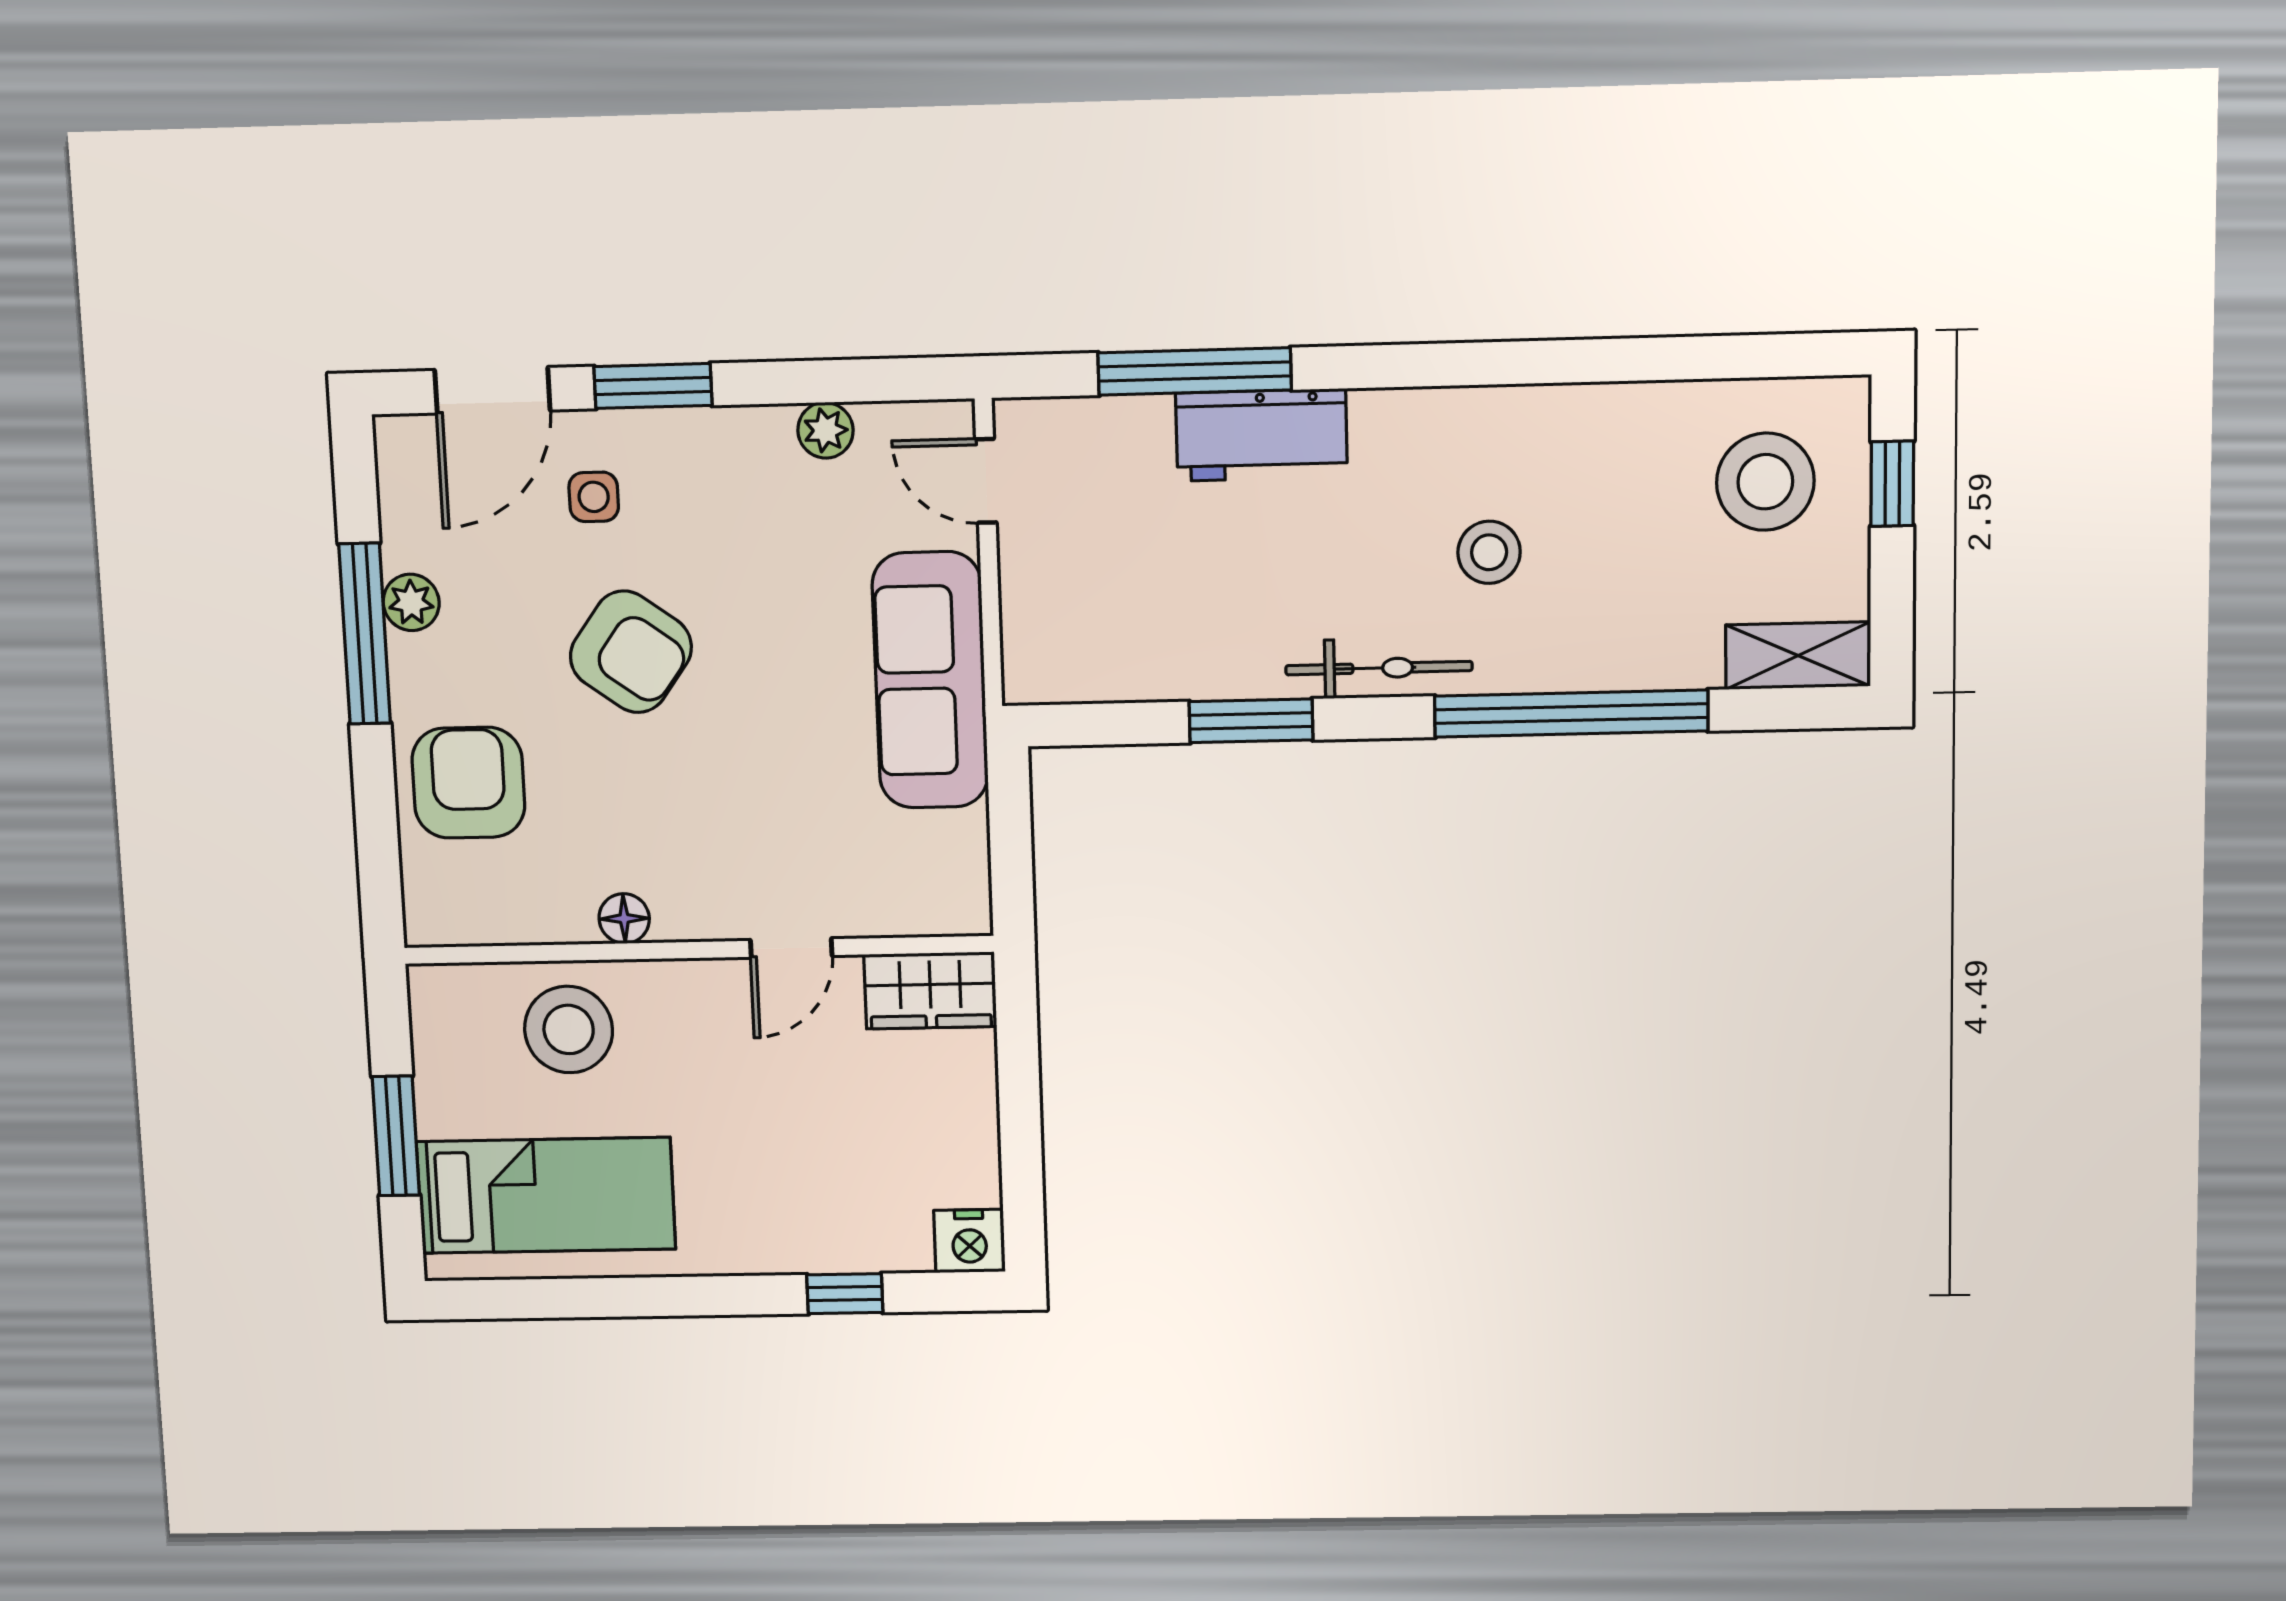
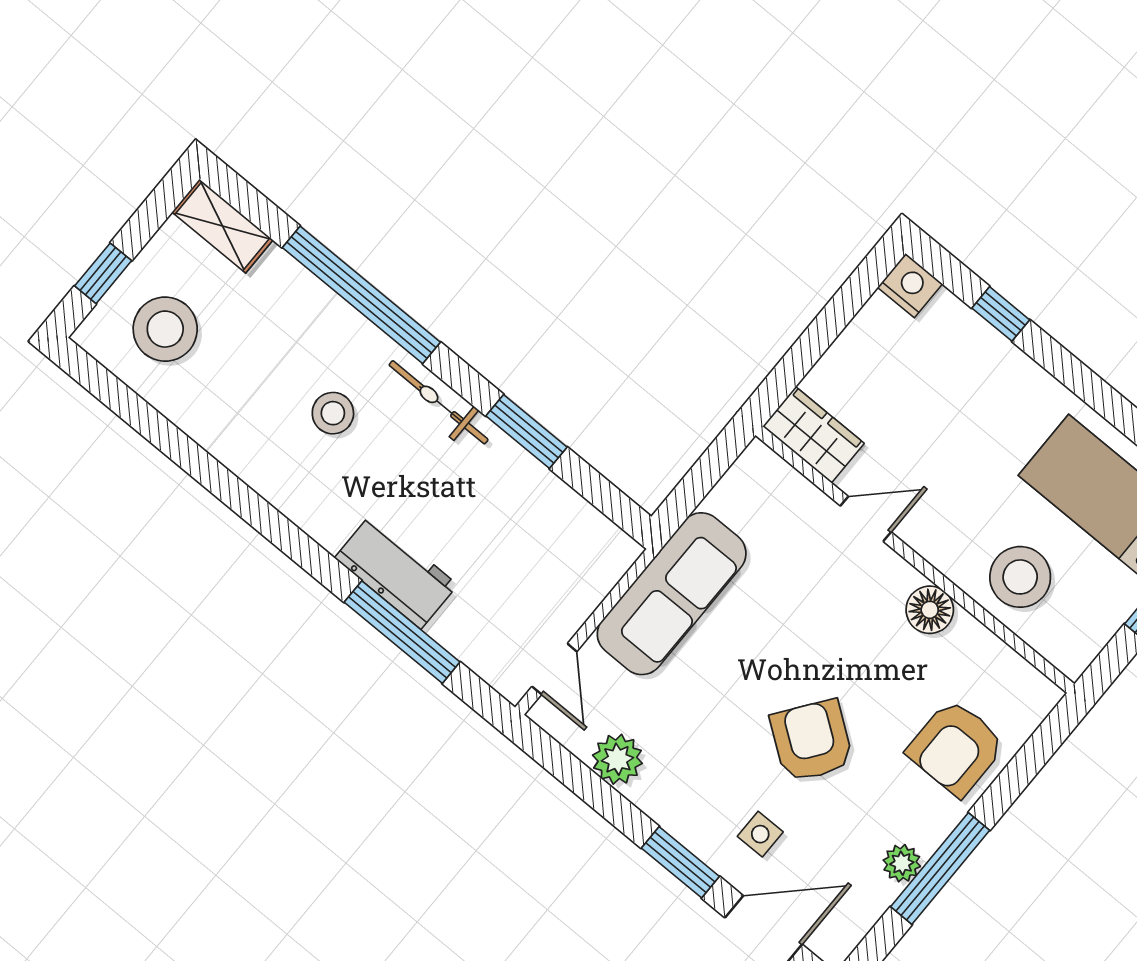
plant: (825, 430) -> (617, 759), width x1.38, depth x1.38
floor lamp: (624, 919) -> (930, 610), width x1.37, depth x1.37

